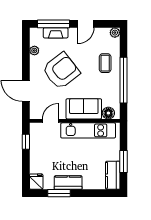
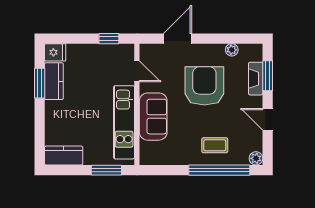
window: (54, 24) -> (268, 76), width x0.69
armchair: (61, 71) -> (204, 86), turned -142
window: (124, 80) -> (219, 170), moved
floor lamp: (108, 113) -> (147, 150), removed
window: (124, 162) -> (106, 170), moved
kitchen counter: (68, 183) -> (54, 81), moved

